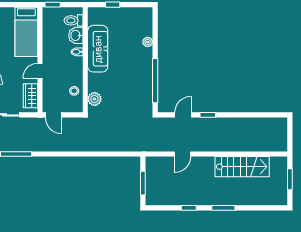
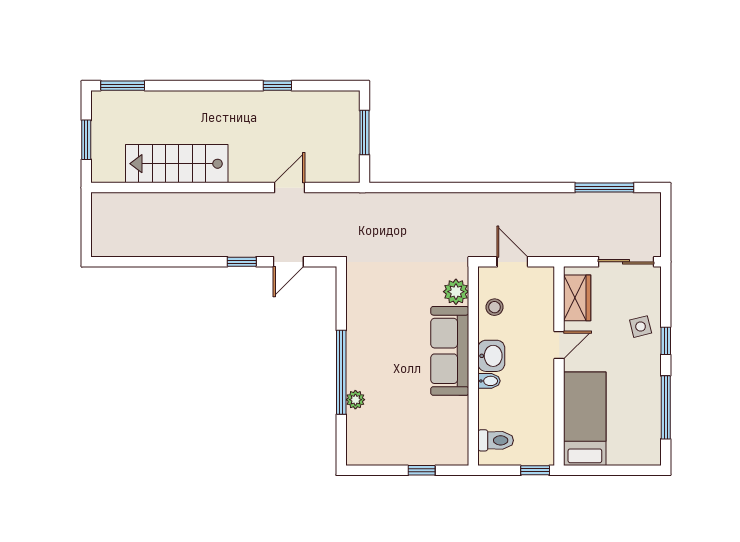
washbasin: (76, 35) -> (491, 356), moved
sofa: (98, 49) -> (450, 351), moved
window: (155, 81) -> (341, 372), moved
door: (54, 115) -> (512, 262), moved
window: (223, 208) -> (123, 86), moved

